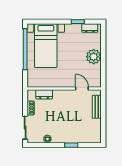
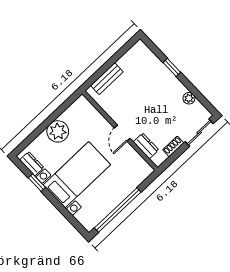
bed with nightstands: (46, 46) -> (77, 175), moved
door: (82, 89) -> (122, 133), moved

